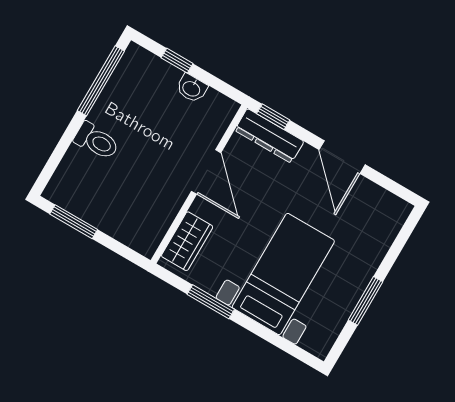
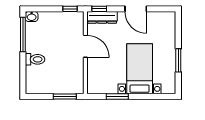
window: (177, 61) -> (70, 9), moved
washbasin: (192, 88) -> (32, 17), moved
window: (74, 222) -> (65, 96), moved
wardrobe: (187, 241) -> (94, 78), removed

